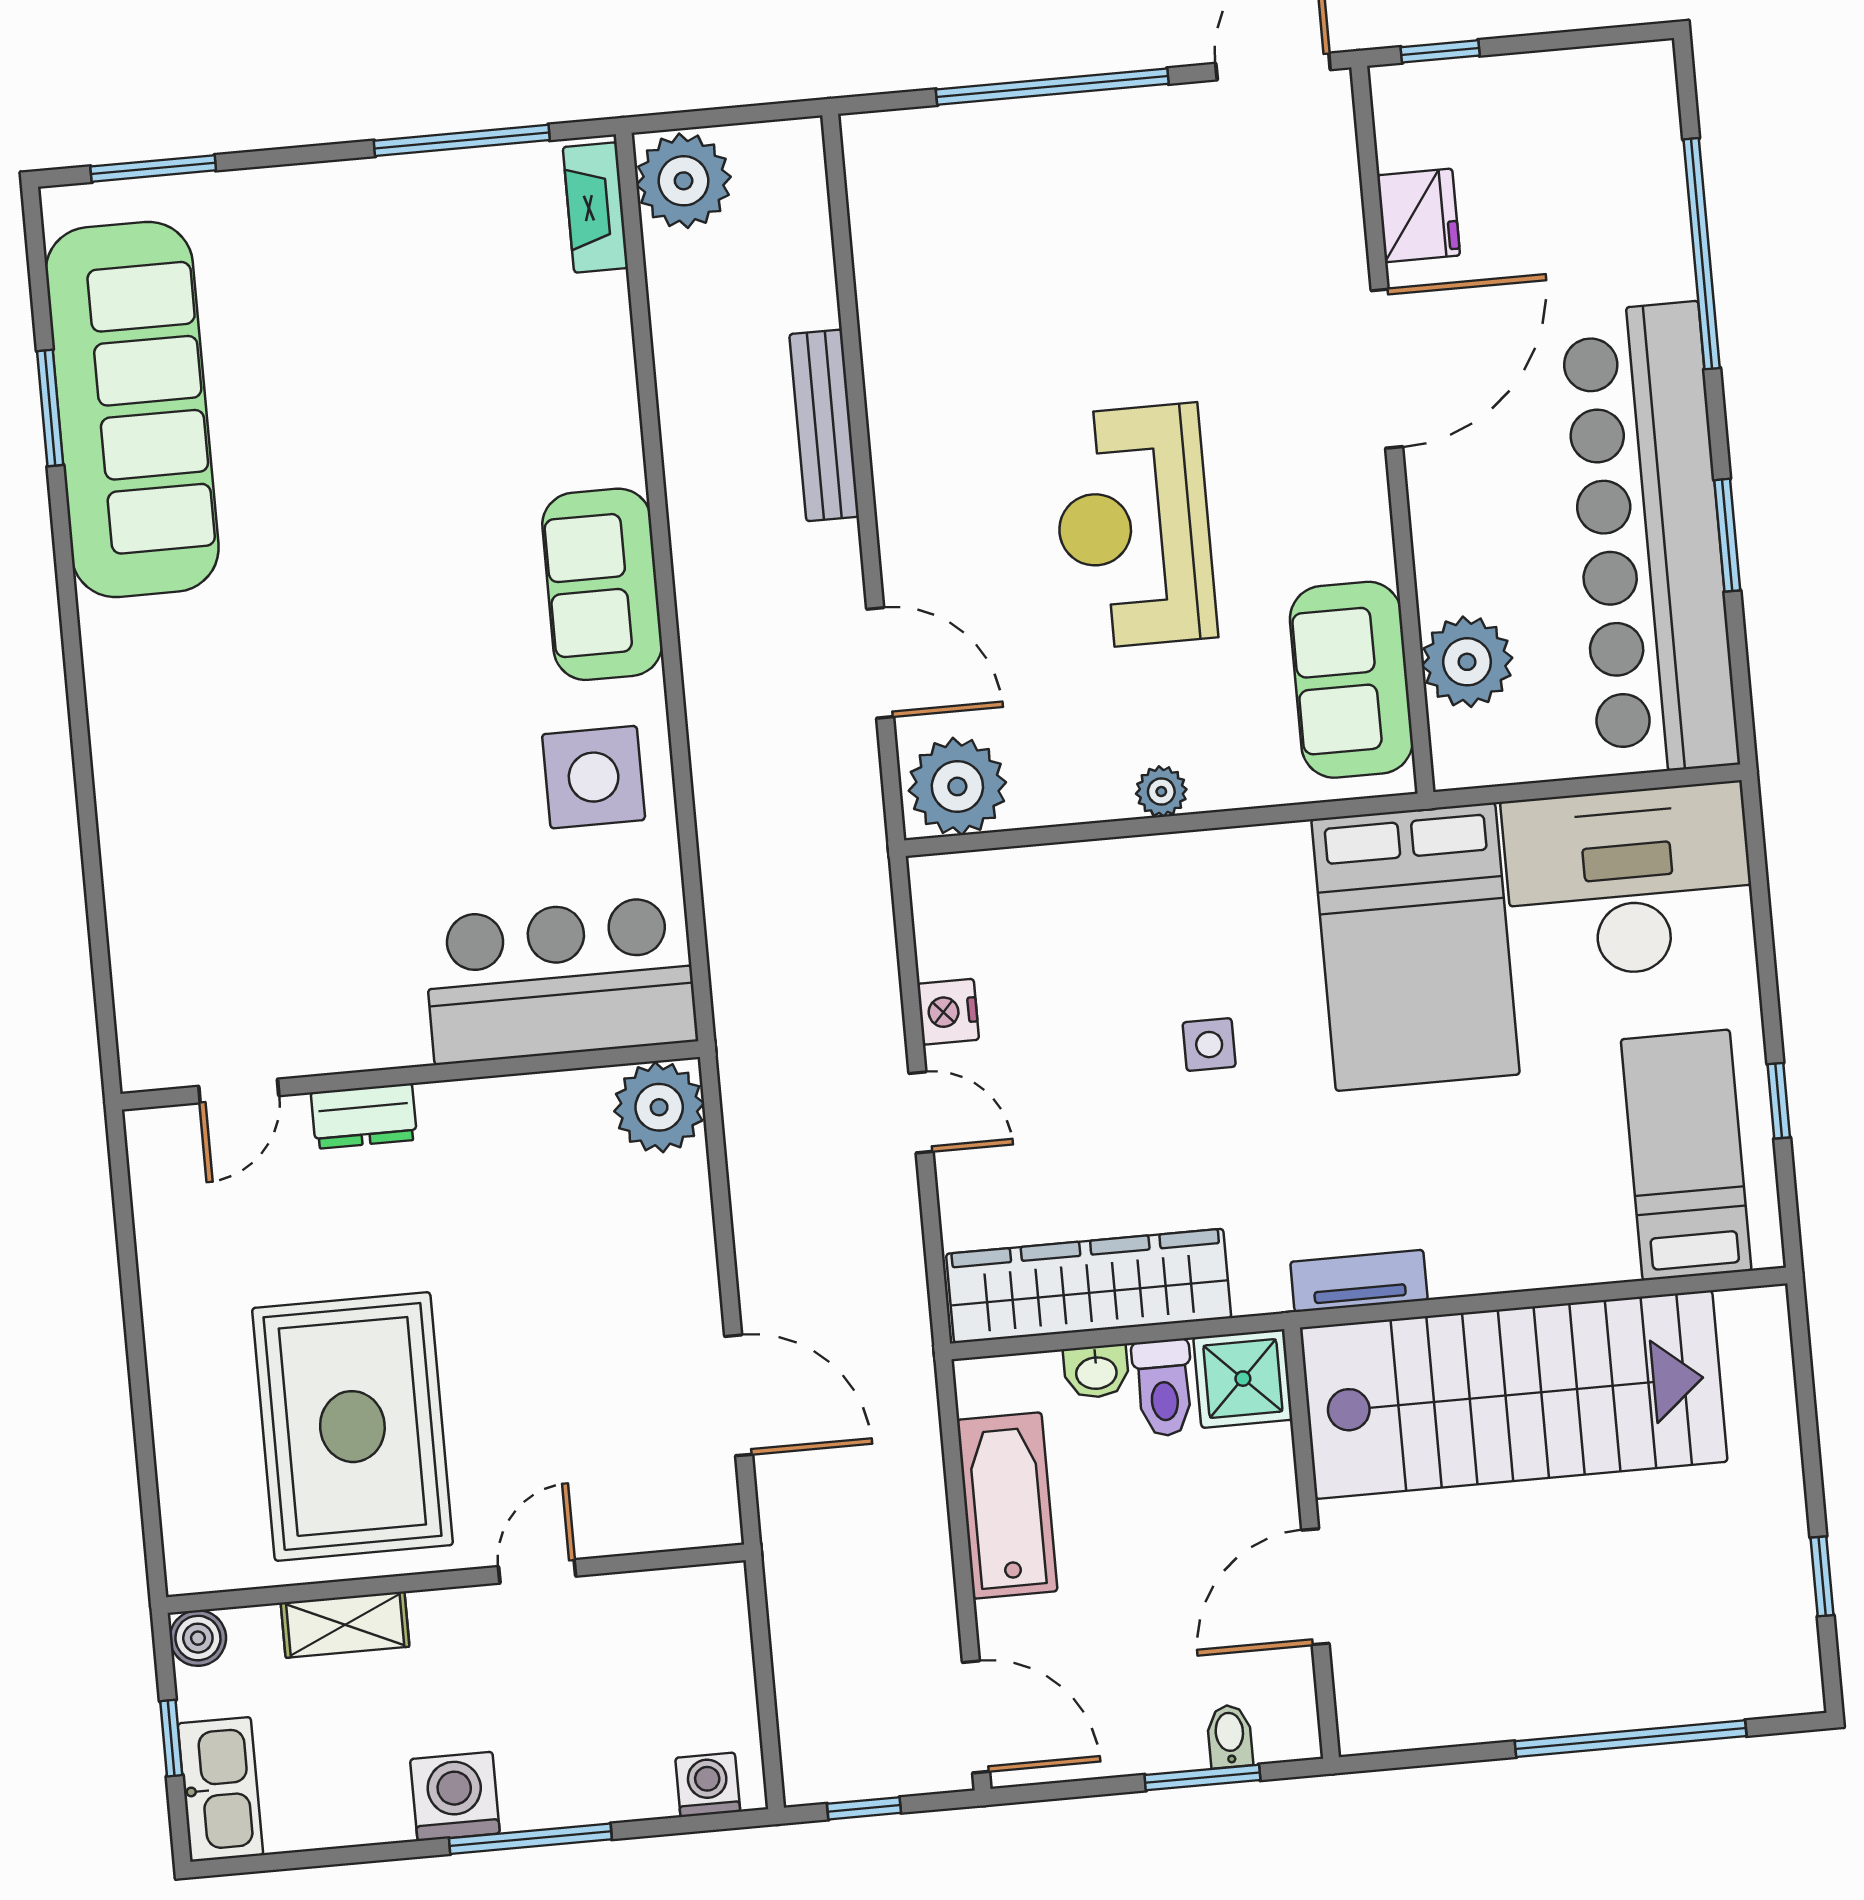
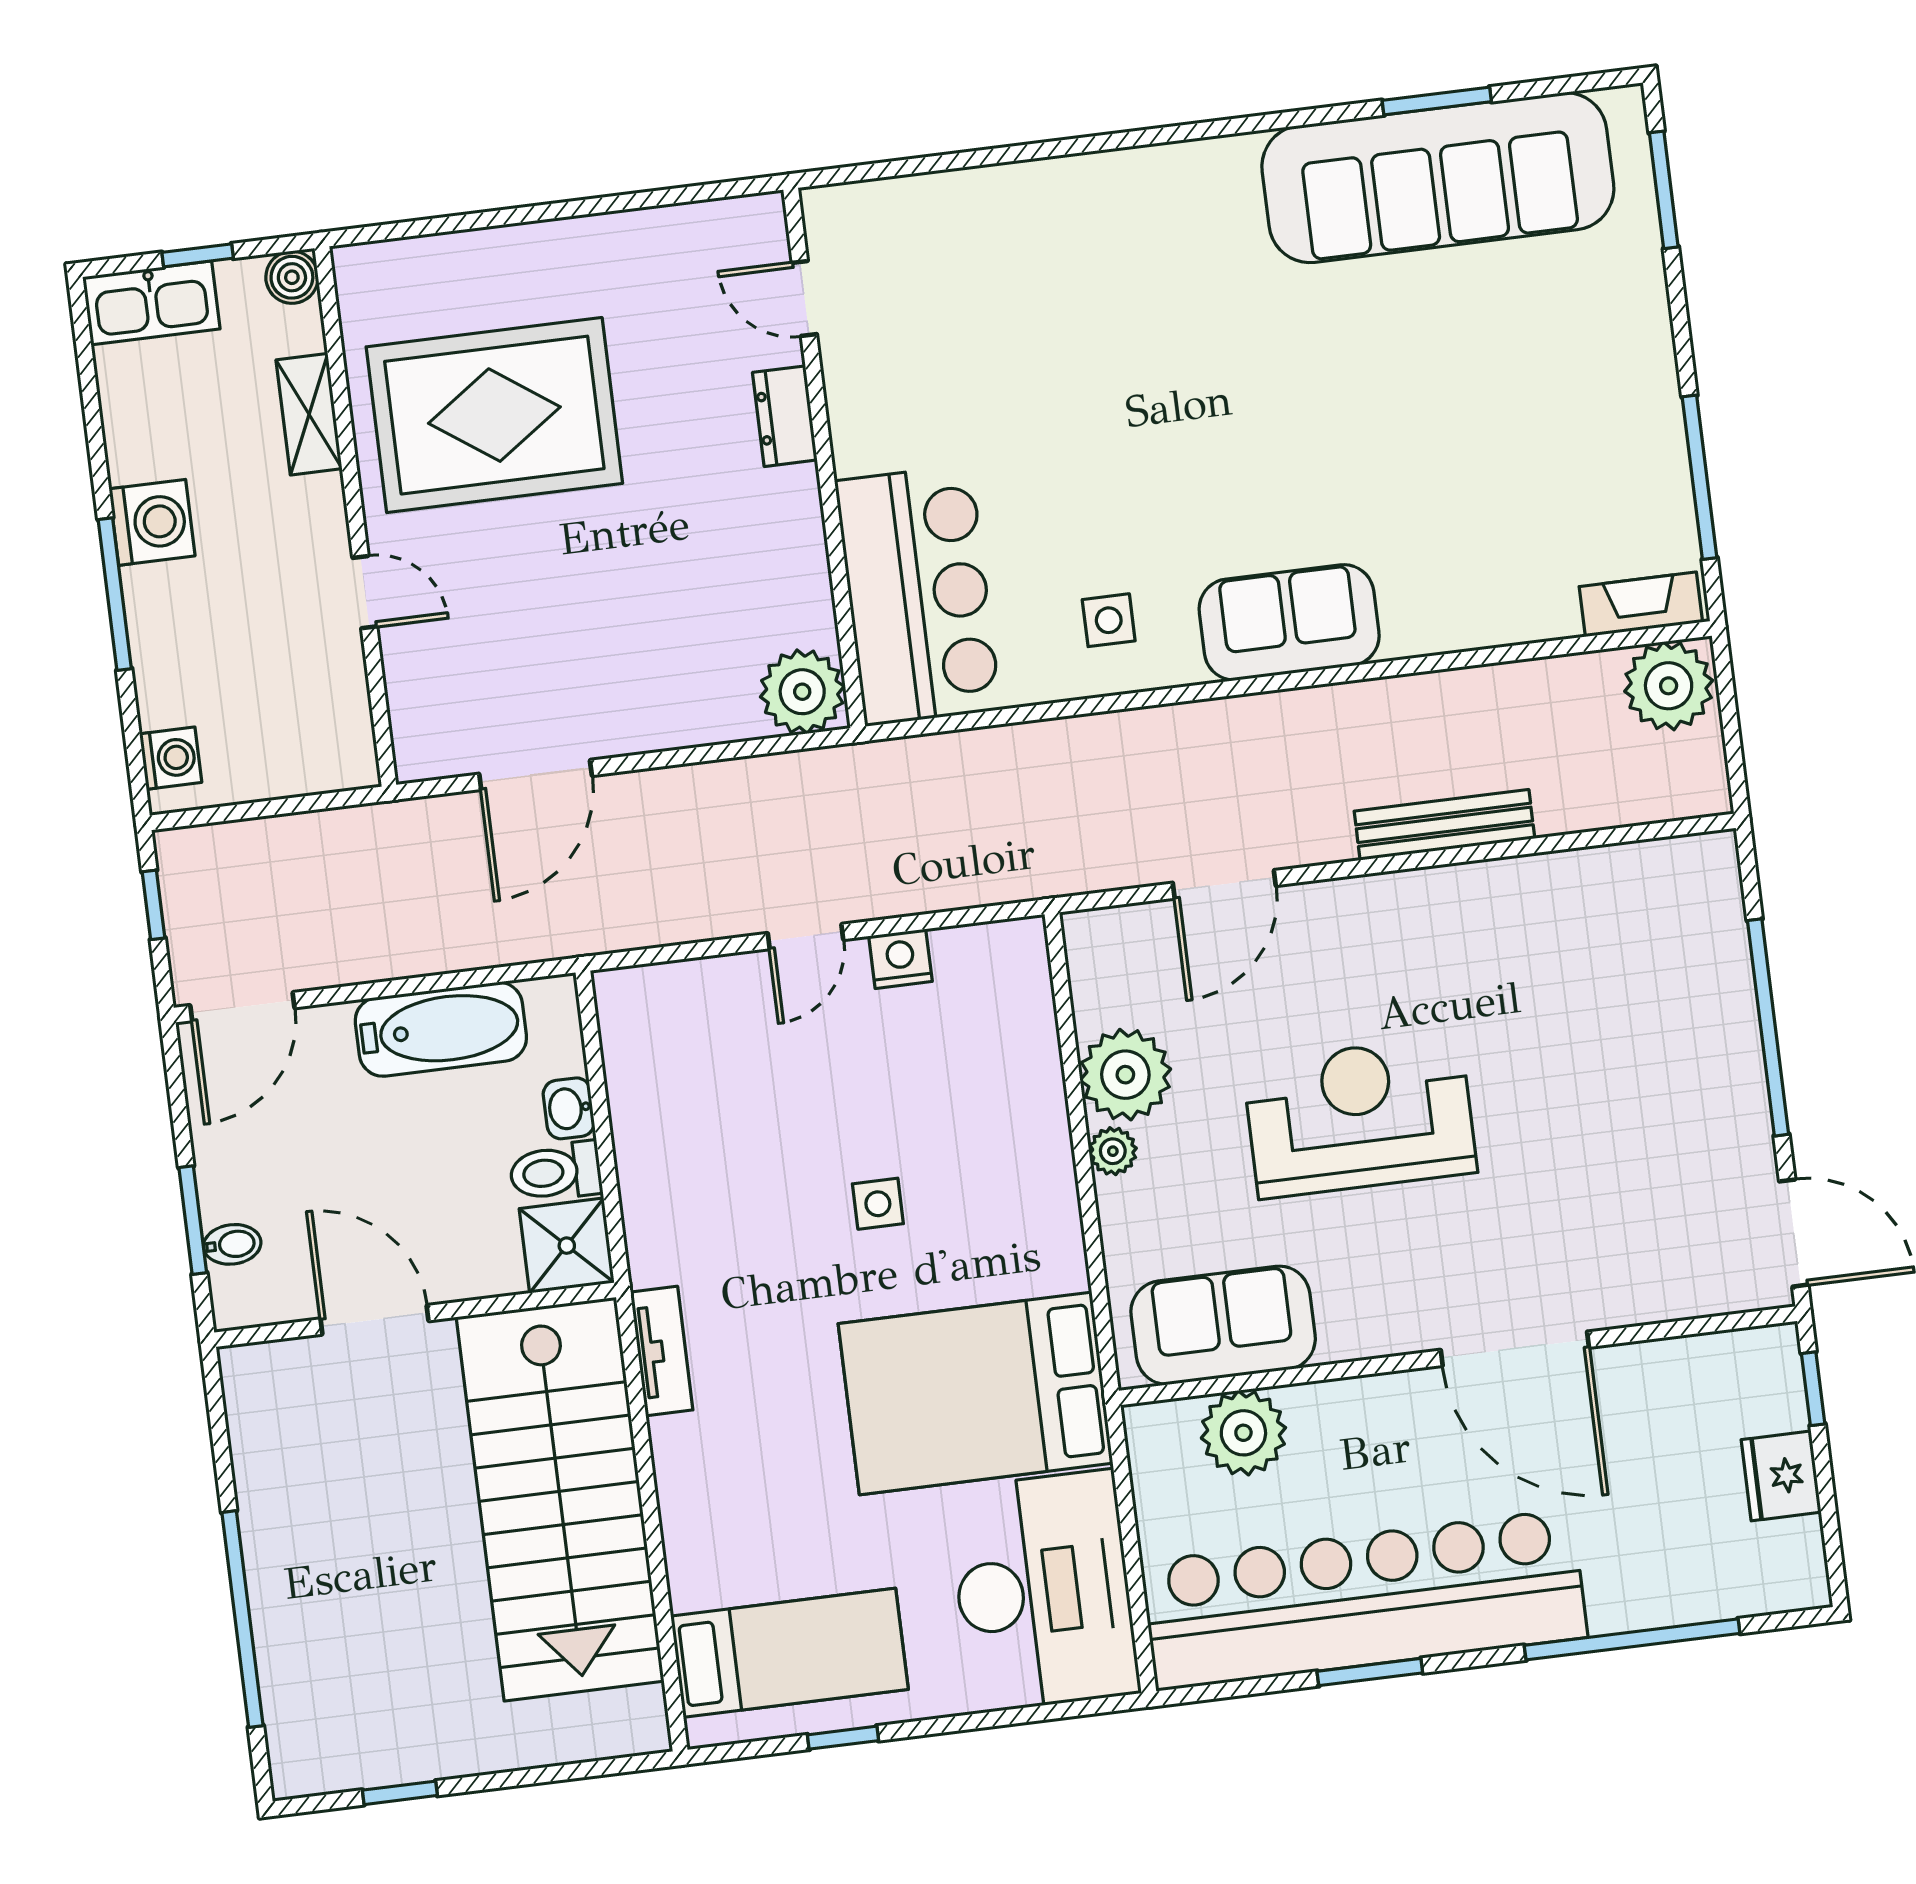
fridge: (1419, 215) -> (1781, 1476), moved, turned 90
side table: (594, 777) -> (1109, 620), width x0.54, depth x0.54
plant: (957, 786) -> (1125, 1075), moved
wardrobe: (1089, 1286) -> (649, 1099), removed

